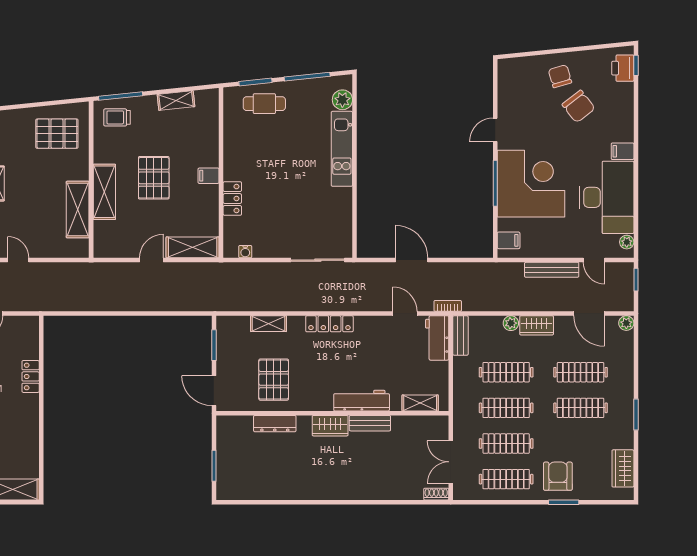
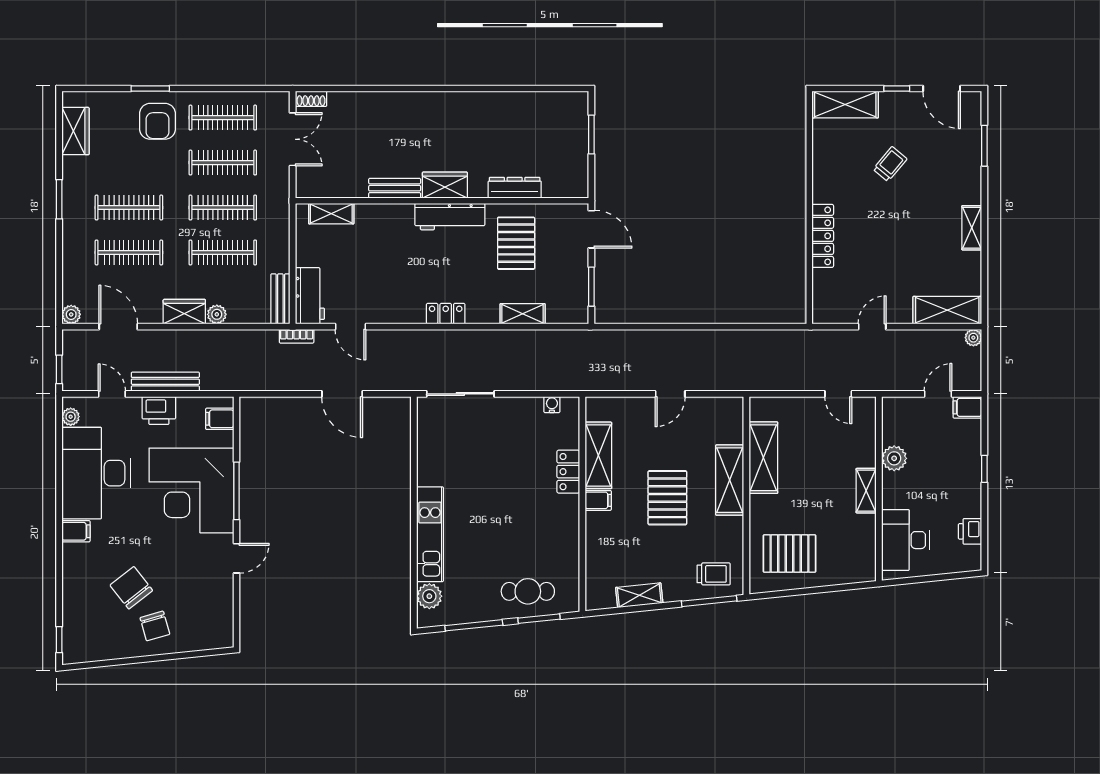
printer: (623, 68) -> (159, 411), moved, turned 90
shelving: (193, 247) -> (598, 455), moved, turned 90
locker: (329, 324) -> (446, 314), width x0.66
locker: (31, 376) -> (823, 236), width x1.53
workbench: (362, 401) -> (450, 217), moved

